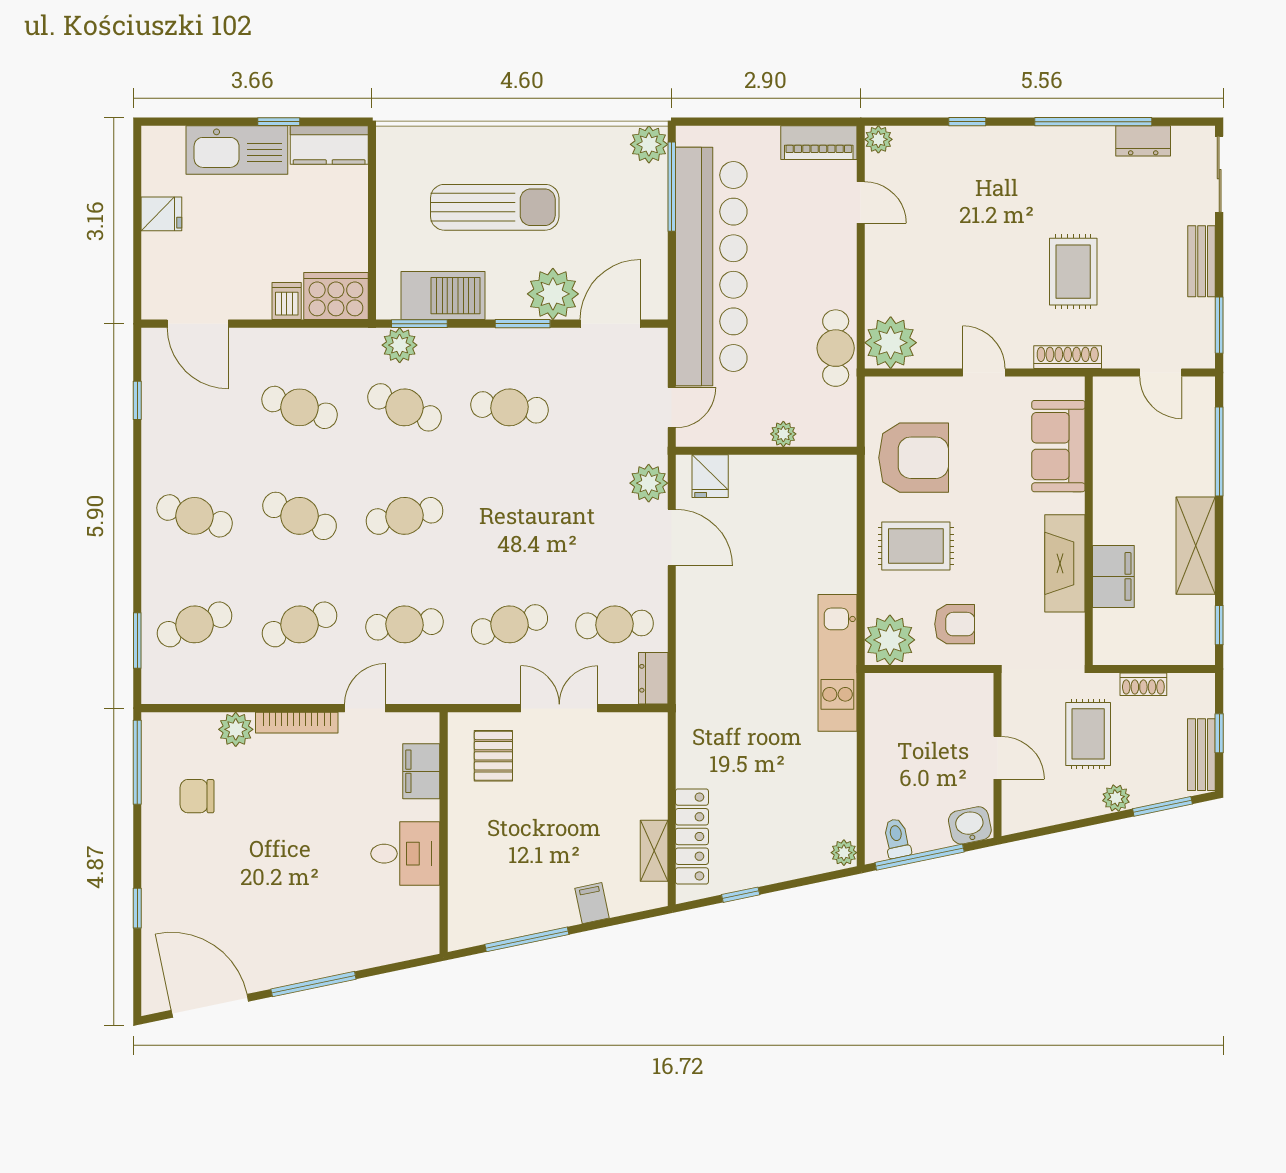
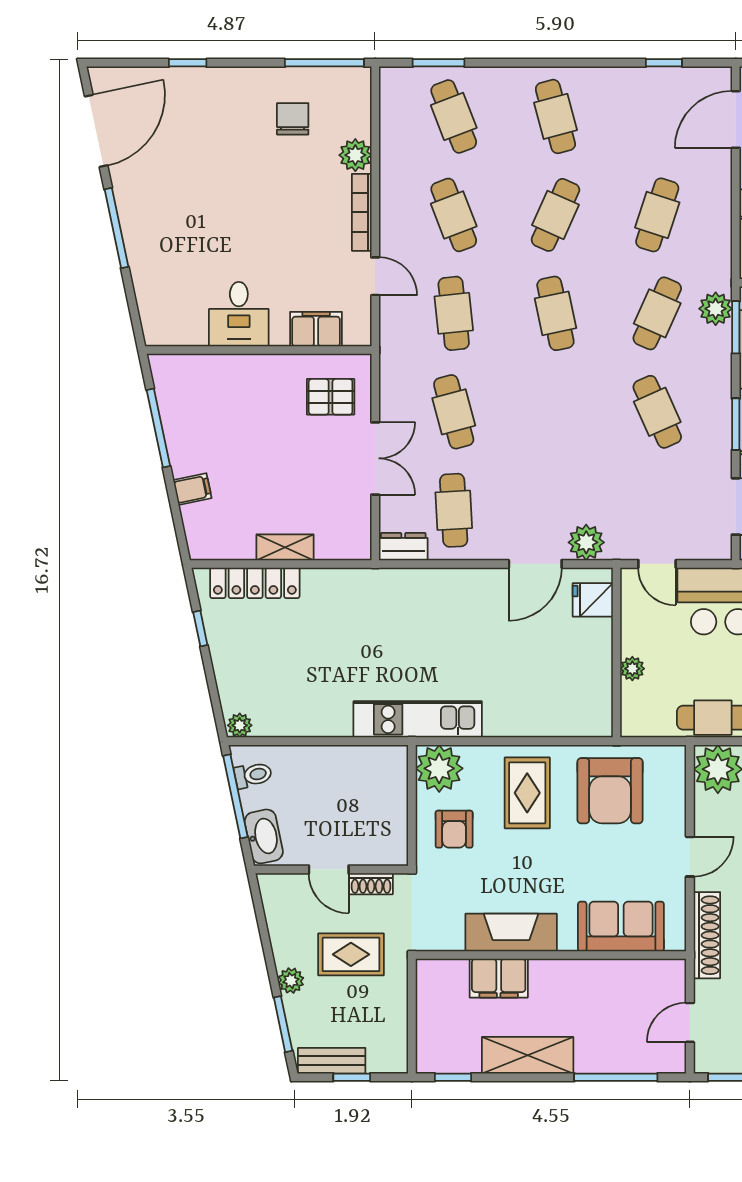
shoe rack: (1068, 357) -> (707, 935), width x1.36, depth x1.24
cafe table: (510, 407) -> (657, 412), turned -30
cafe table: (195, 516) -> (555, 116), turned -33
shoe rack: (1143, 684) -> (371, 884), moved, turned -90
door: (998, 758) -> (329, 869), hinge flipped
washbasin: (970, 825) -> (264, 836), width x1.38
shelving: (654, 851) -> (285, 547), moved

